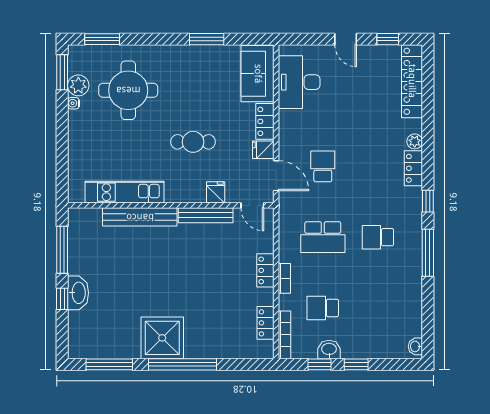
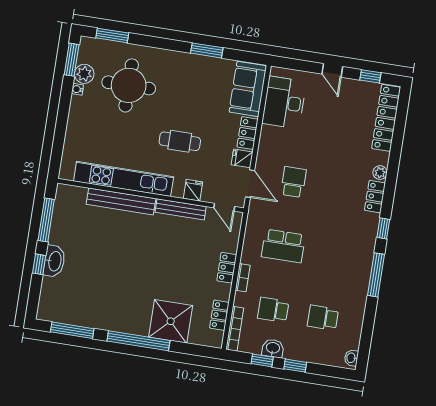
kitchen unit: (124, 192) -> (124, 179), width x1.36
school desk: (378, 237) -> (323, 318), moved
shower: (162, 338) -> (171, 321), moved

